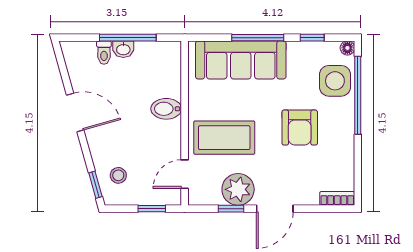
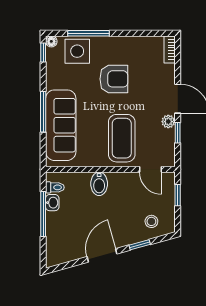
window: (312, 38) -> (43, 53), moved
washbasin: (123, 49) -> (52, 203), moved
toilet: (104, 53) -> (55, 187), moved
window: (358, 95) -> (88, 33), width x0.68
window: (95, 185) -> (140, 245), moved
plant: (238, 189) -> (168, 122), width x0.53, depth x0.53

